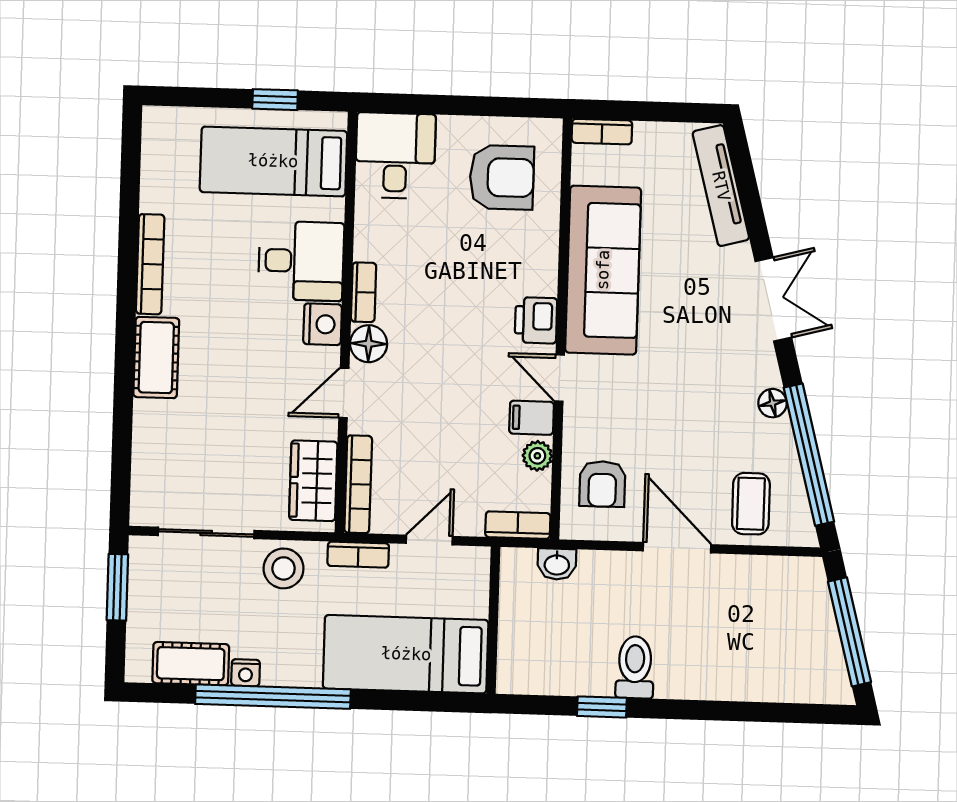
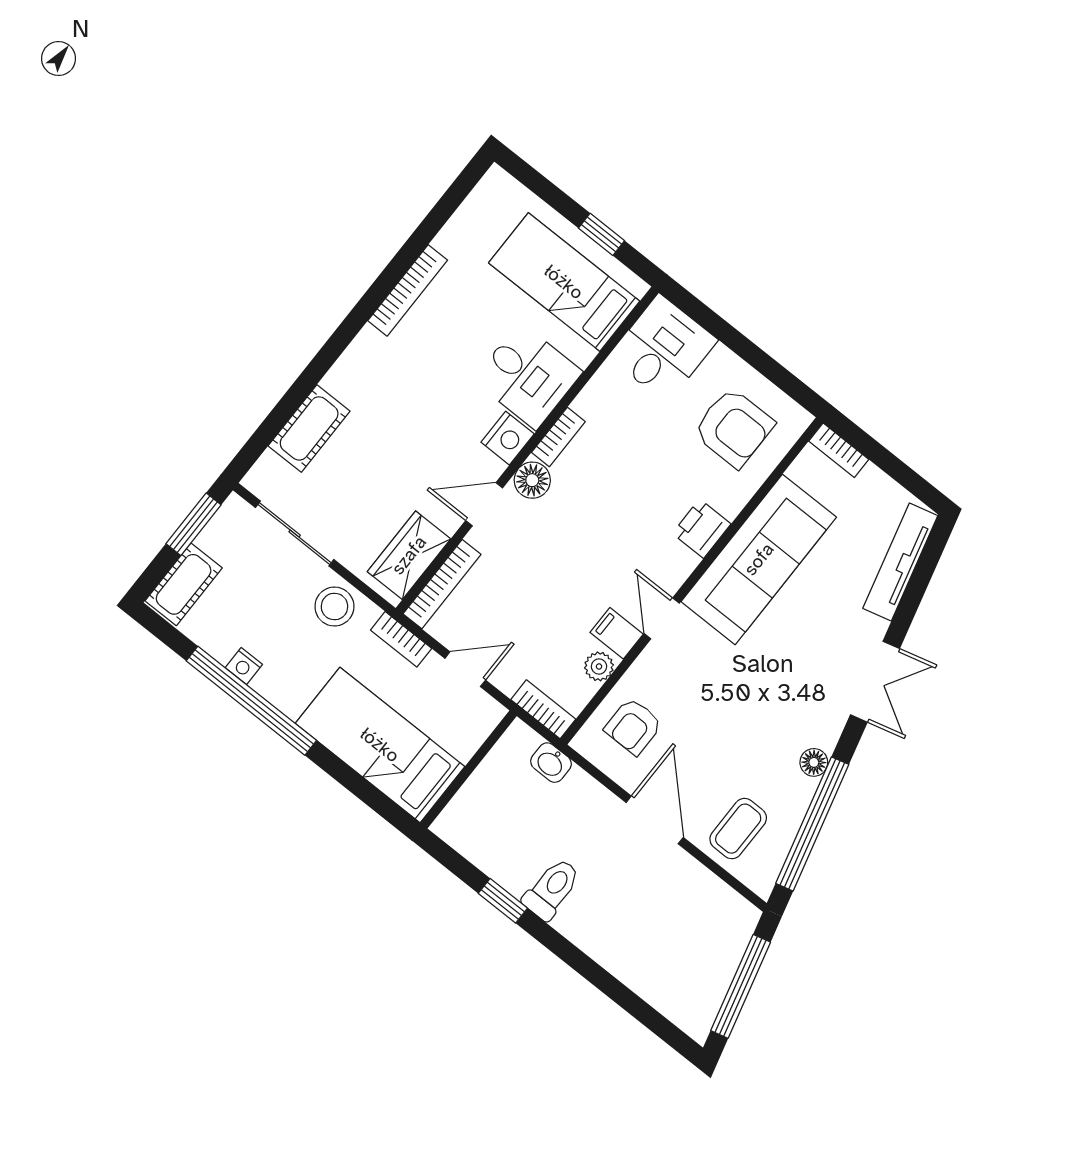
printer: (536, 320) -> (702, 529), moved
cot: (156, 358) -> (309, 428), moved
cot: (191, 664) -> (184, 584), moved, turned 90

